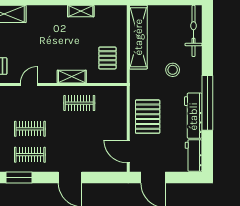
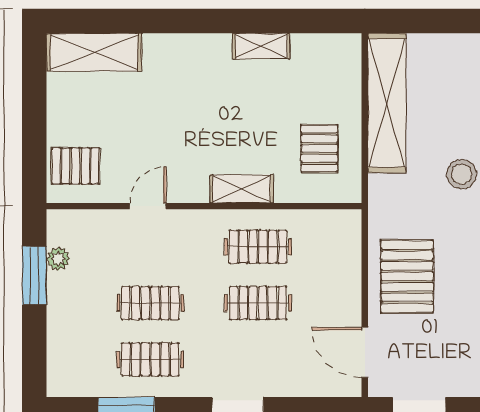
clothes rail: (79, 129) -> (258, 303), added

